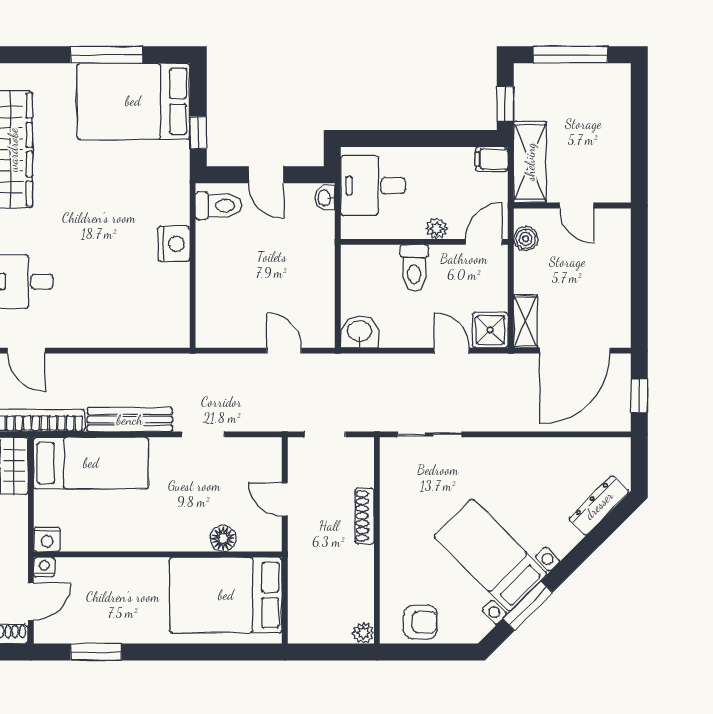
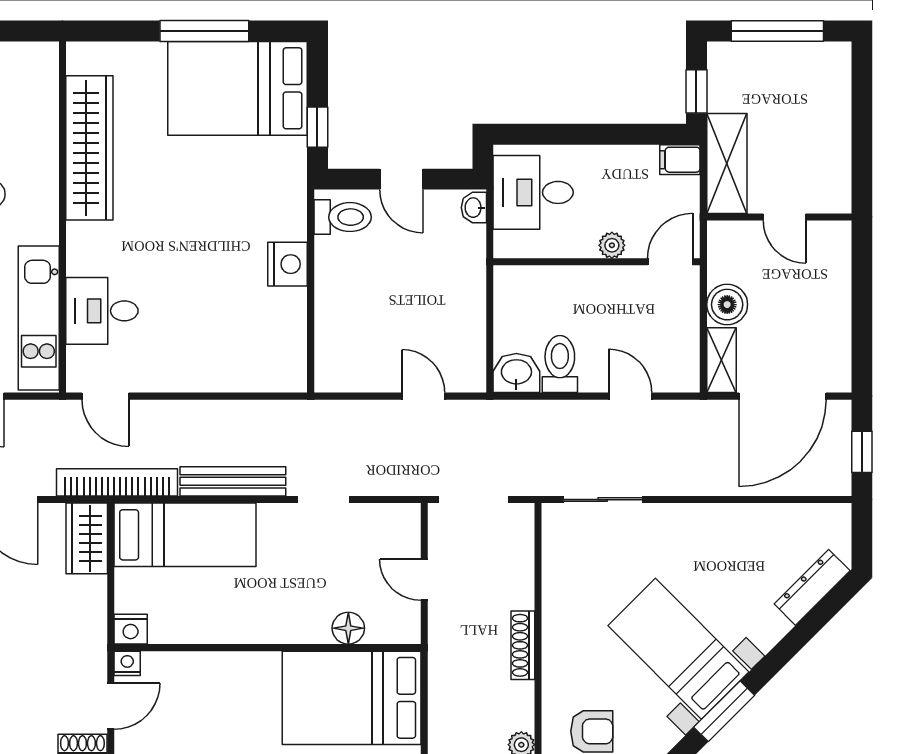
boiler: (526, 239) -> (727, 305), moved, width x1.36, depth x1.36
toilet: (414, 268) -> (560, 364), moved, turned 180
shower: (490, 330) -> (678, 371), removed
doorway: (325, 434) -> (474, 500), width x1.38
shoe rack: (365, 516) -> (523, 645), moved

